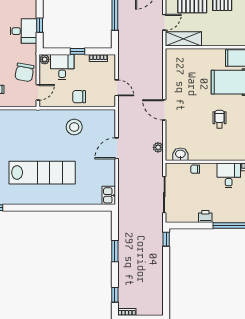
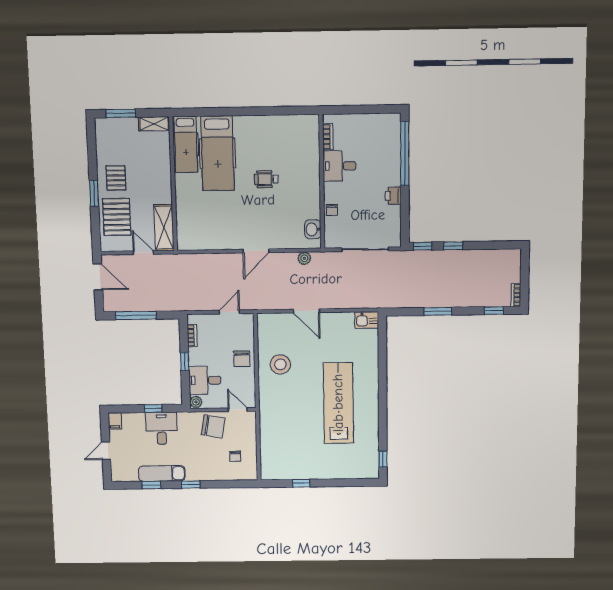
window: (166, 263) -> (453, 246), added

